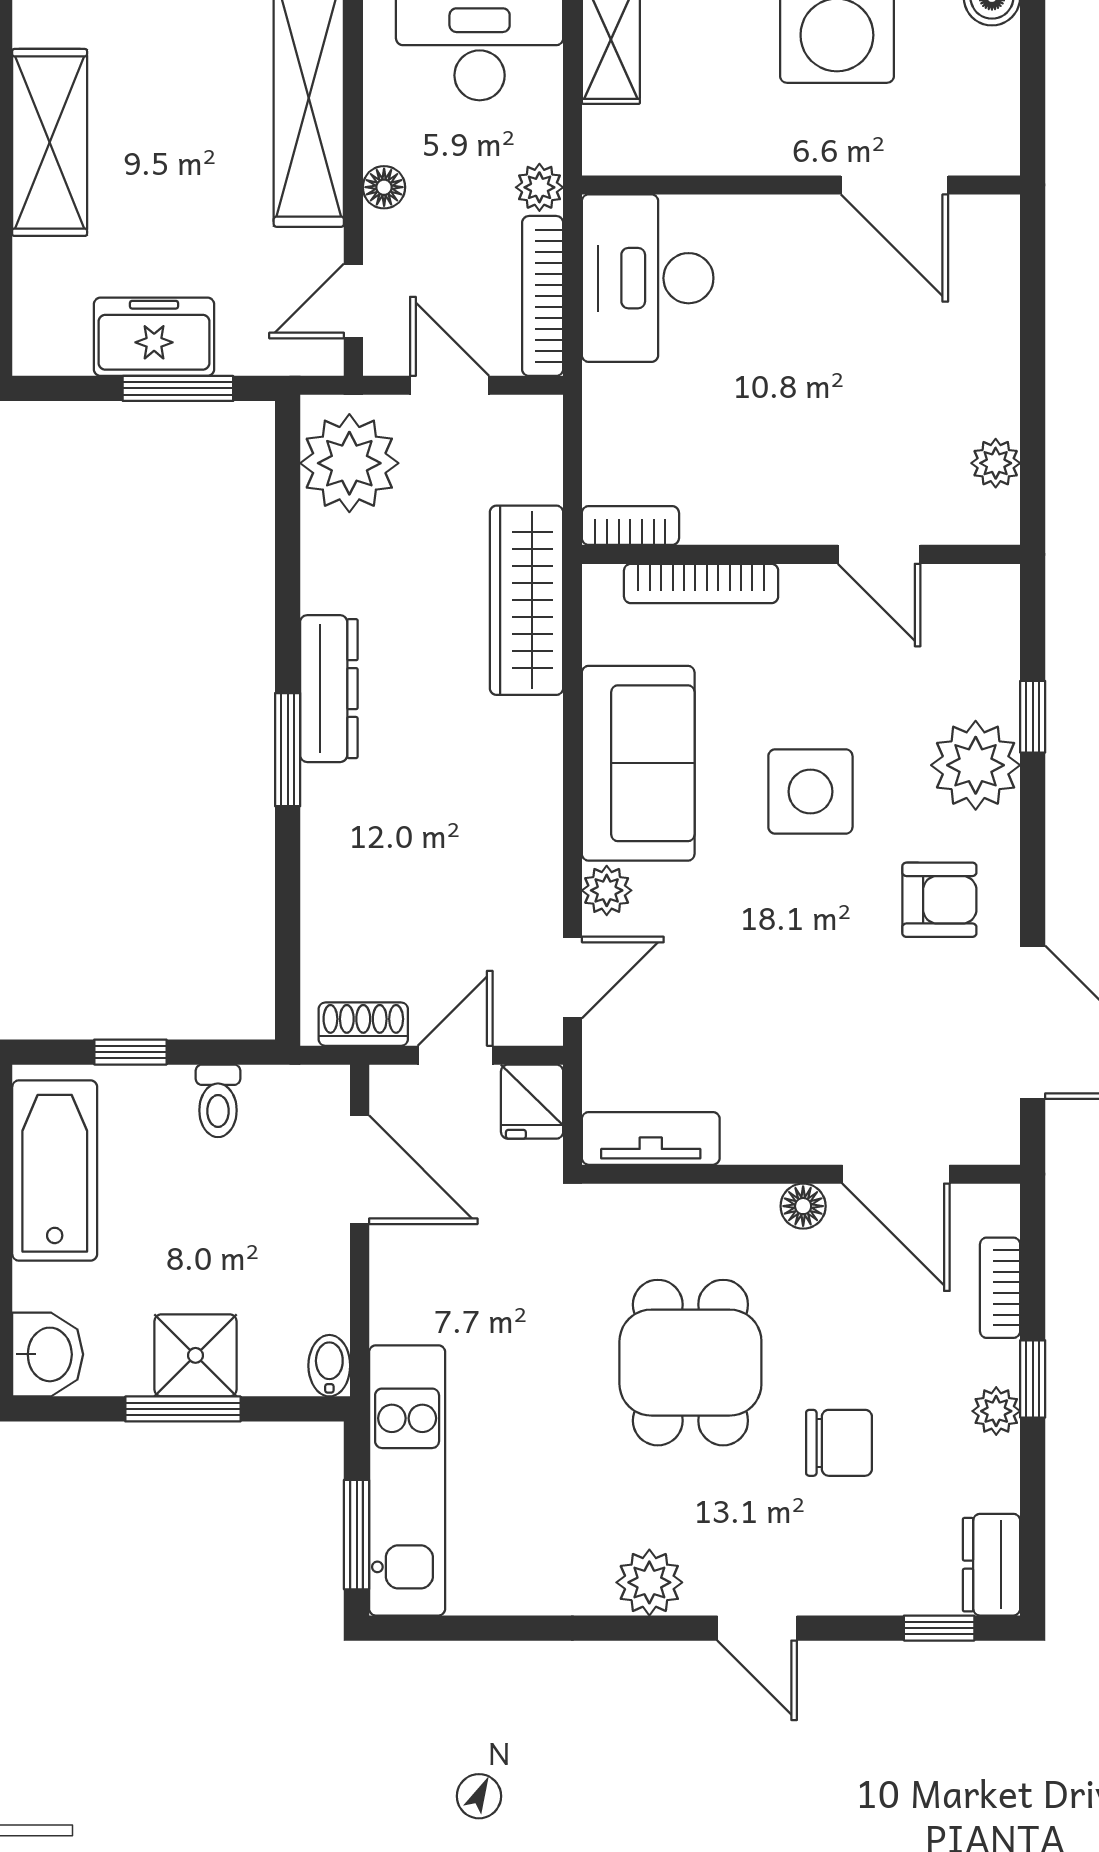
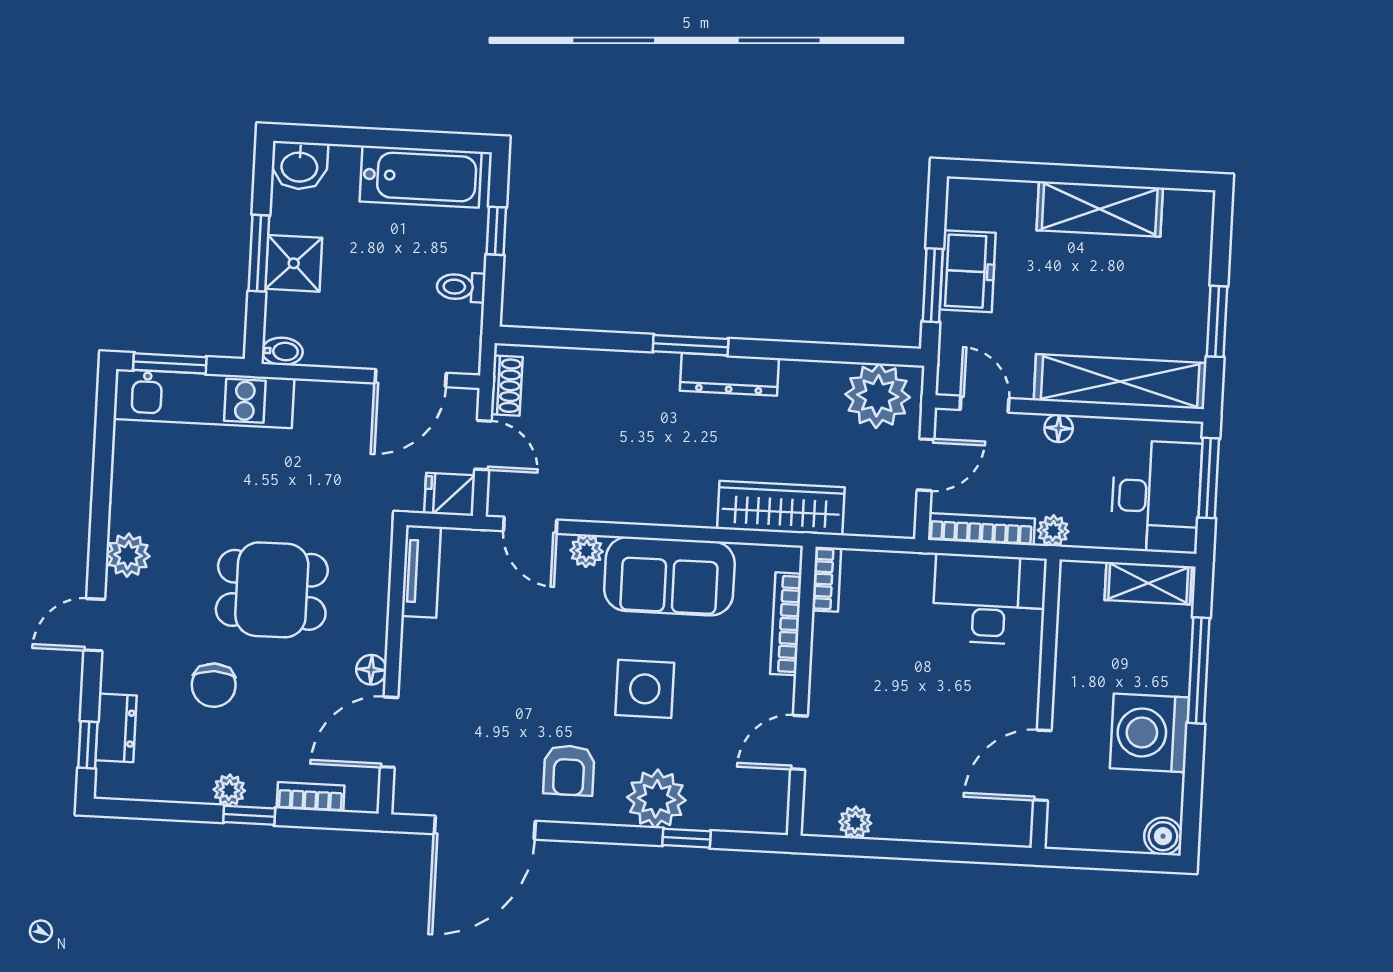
dresser: (992, 1565) -> (116, 728), moved, turned 90

